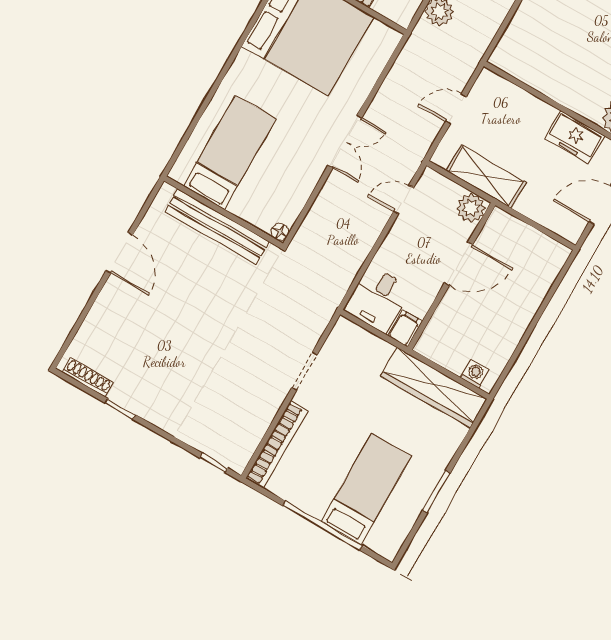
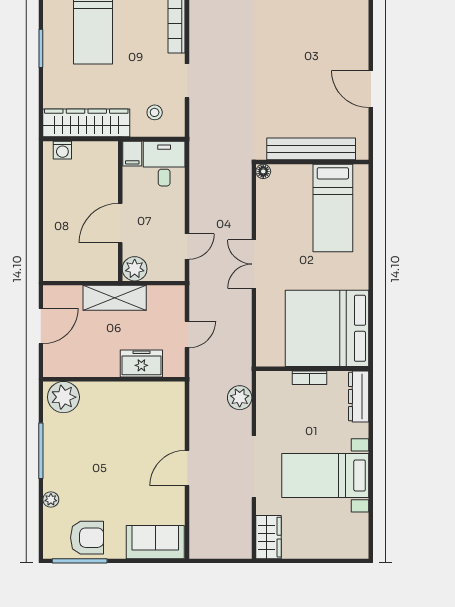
freezer: (575, 137) -> (141, 363), moved
shelving: (486, 177) -> (115, 298), moved
stool: (357, 358) -> (155, 112), added

